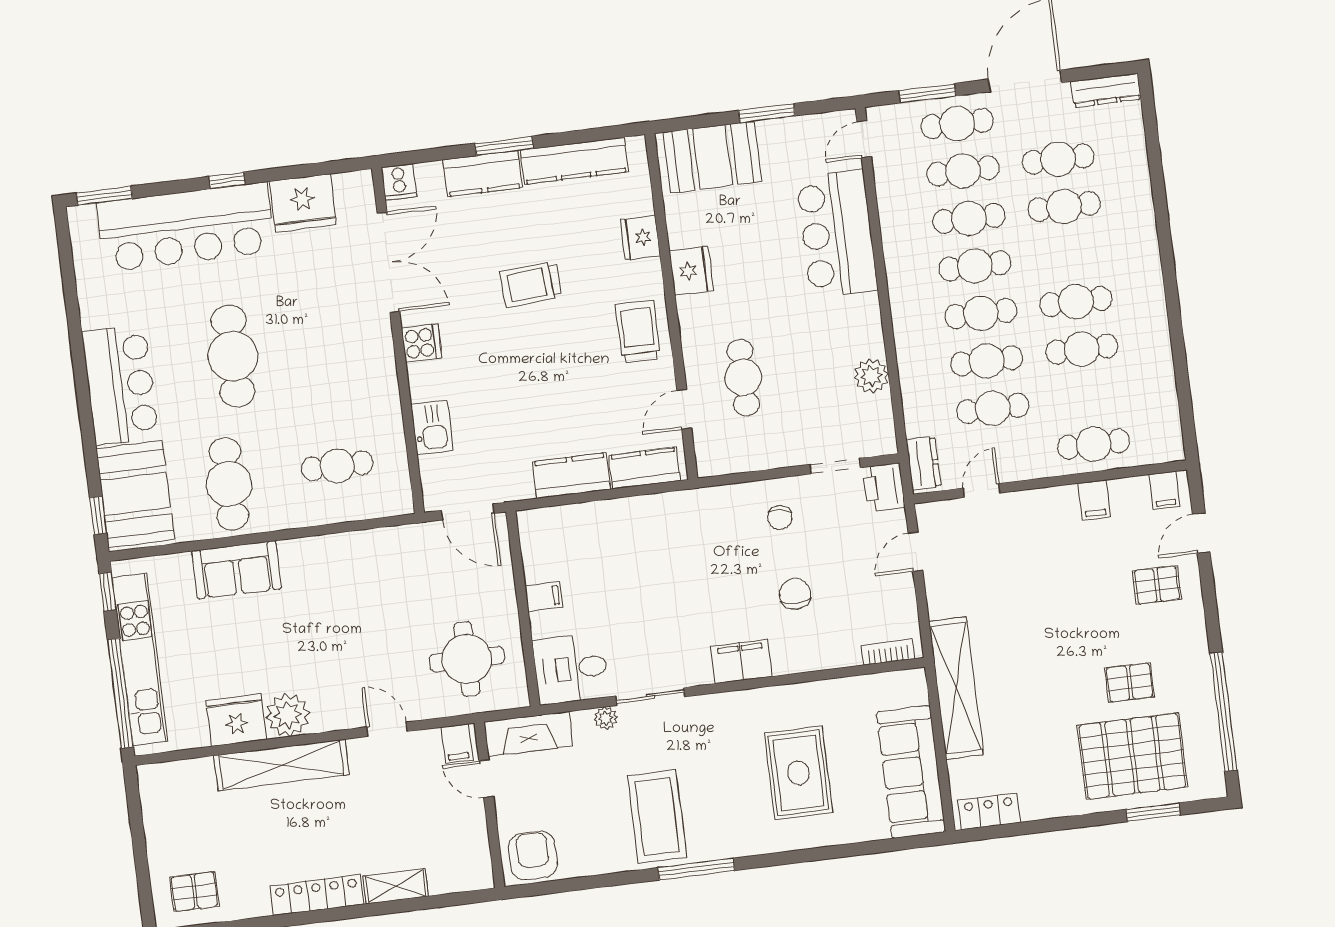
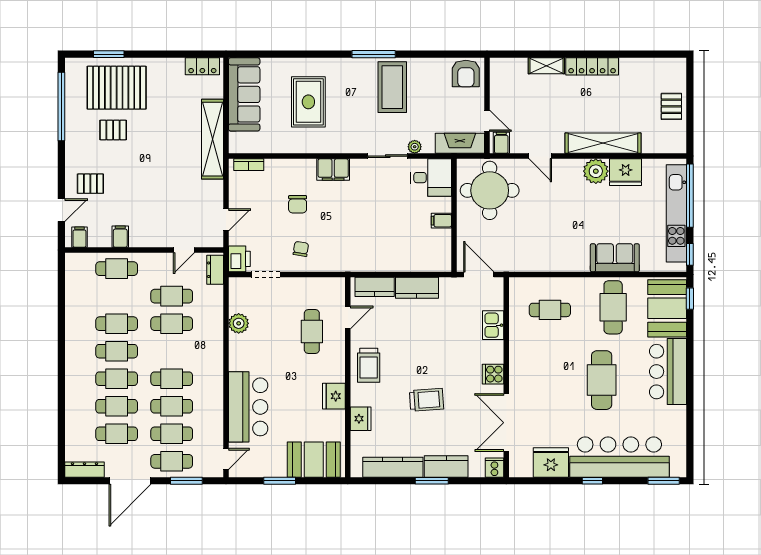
cafe table: (981, 313) -> (117, 379), moved
round table: (467, 659) -> (490, 190), width x1.36, depth x1.36
pallet: (194, 892) -> (671, 106), moved, turned 90

